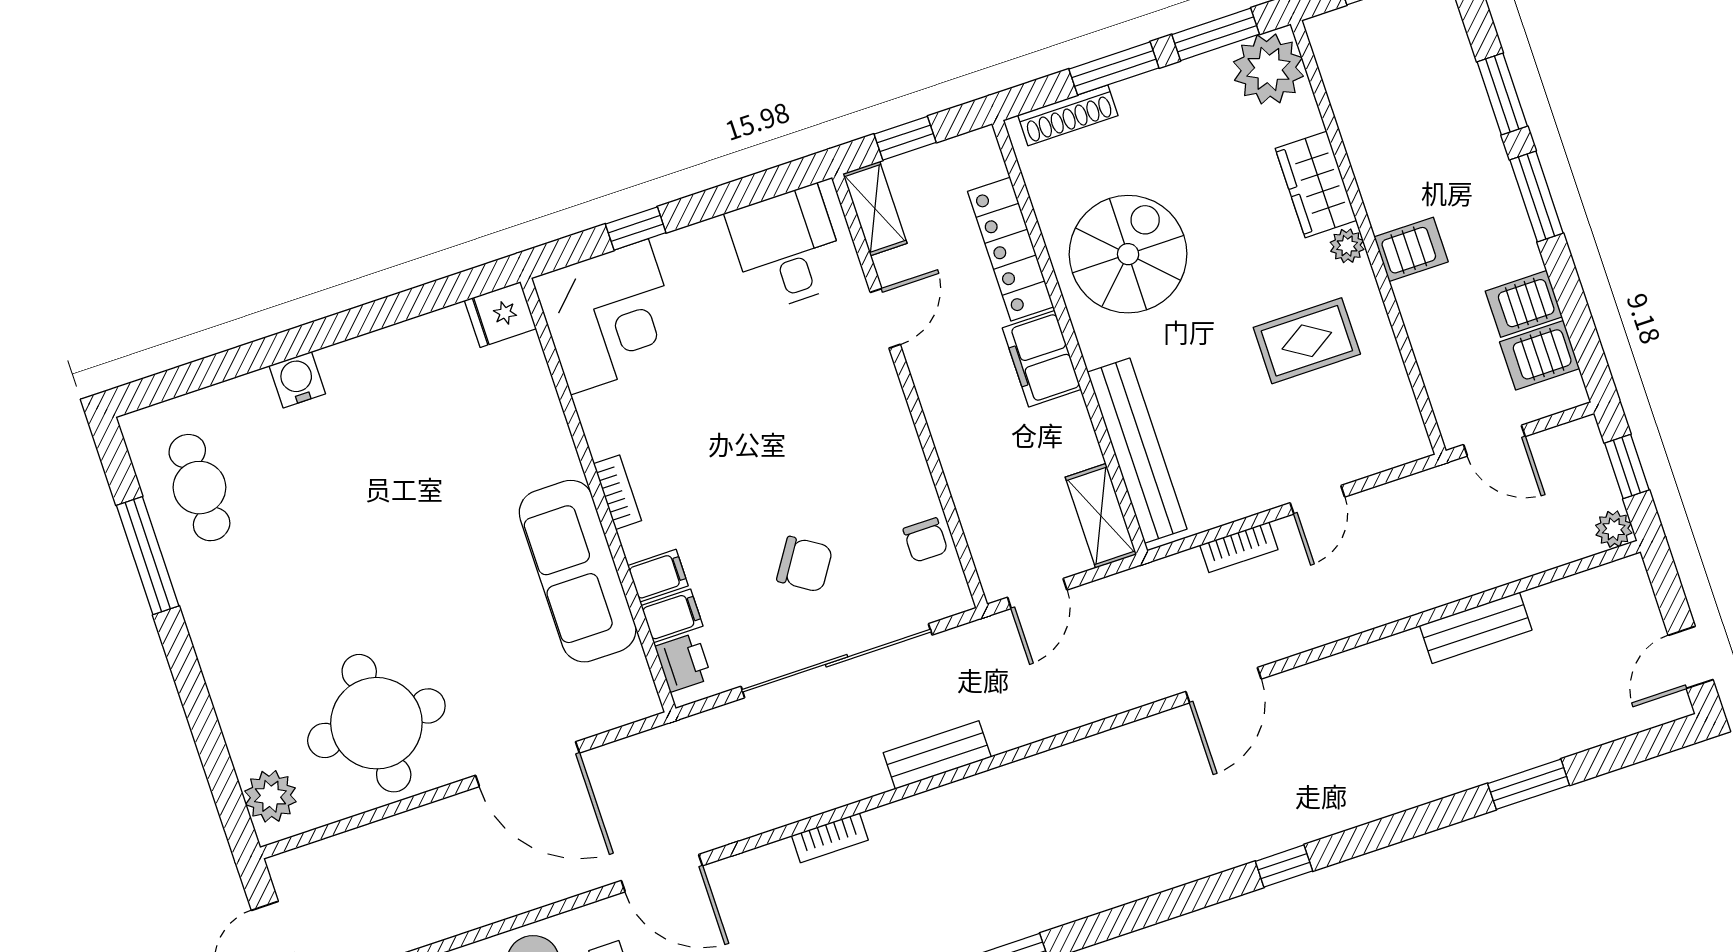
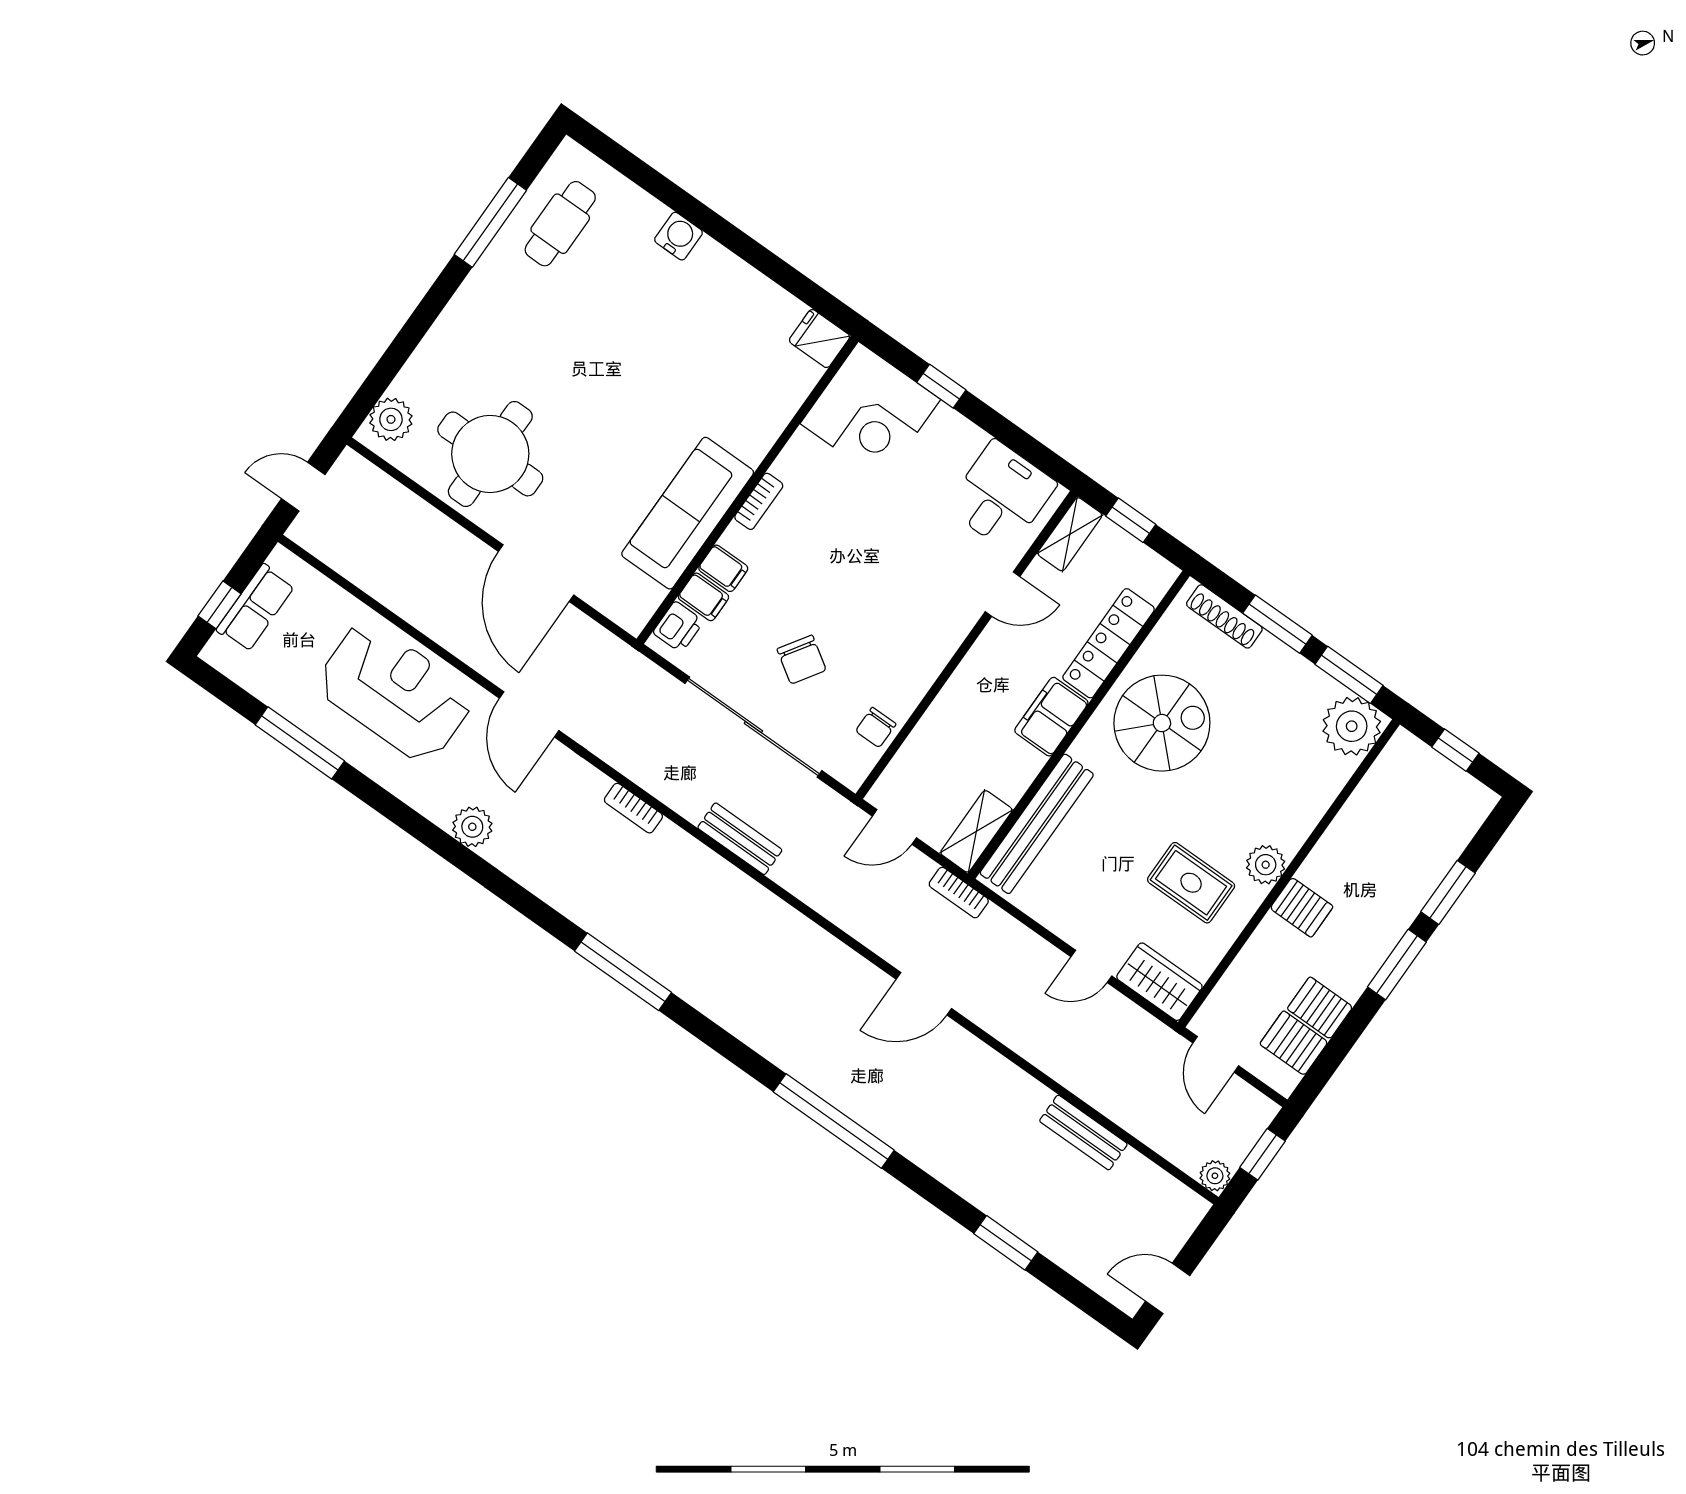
wardrobe: (1316, 184) -> (1159, 982), moved, turned 90
plant: (1347, 246) -> (1266, 865), width x1.38, depth x1.38
bookcase: (1239, 547) -> (959, 893), moved
window: (1284, 866) -> (834, 1121), width x3.17

